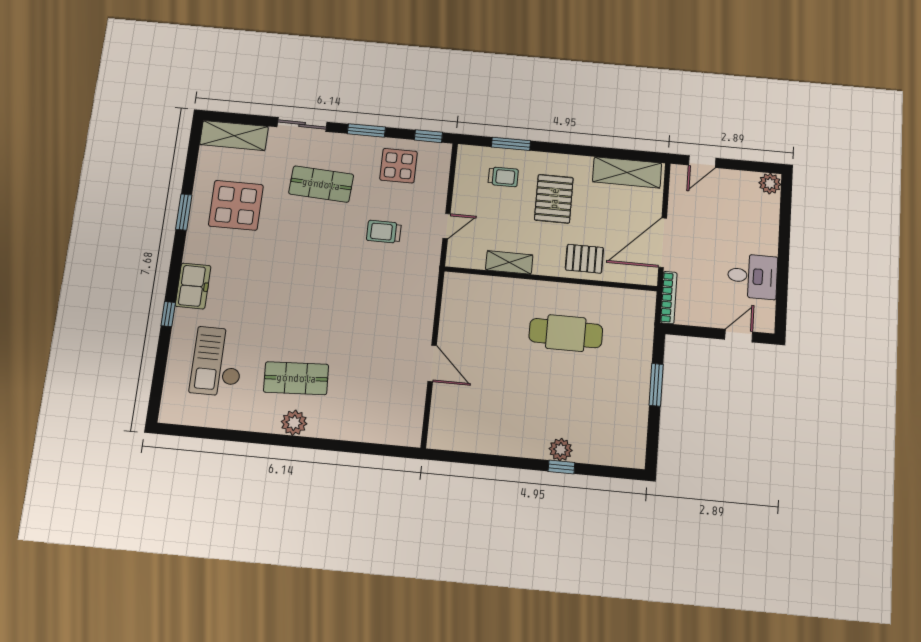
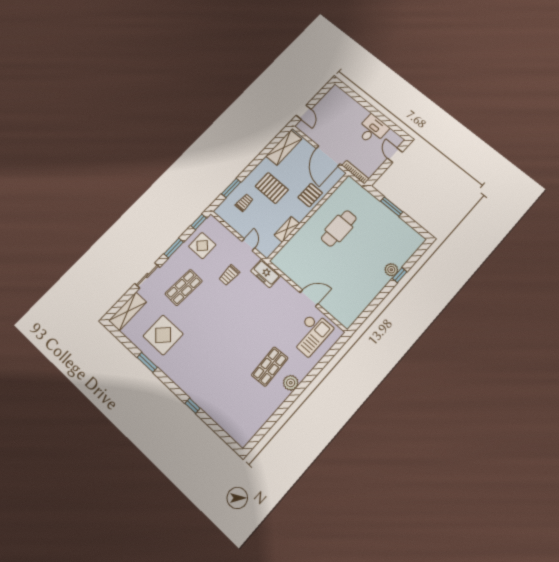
plant: (770, 184) -> (335, 92), removed
freezer: (193, 286) -> (266, 273), moved, turned 180
checkout: (217, 362) -> (311, 334), moved, turned -90

